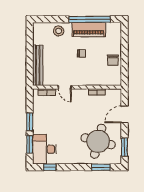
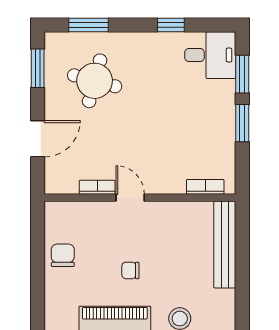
door: (65, 87) -> (130, 198), moved
round table: (98, 141) -> (95, 81), width x0.73, depth x0.73
desk: (44, 149) -> (210, 55), width x0.73
window: (50, 167) -> (171, 25), moved

